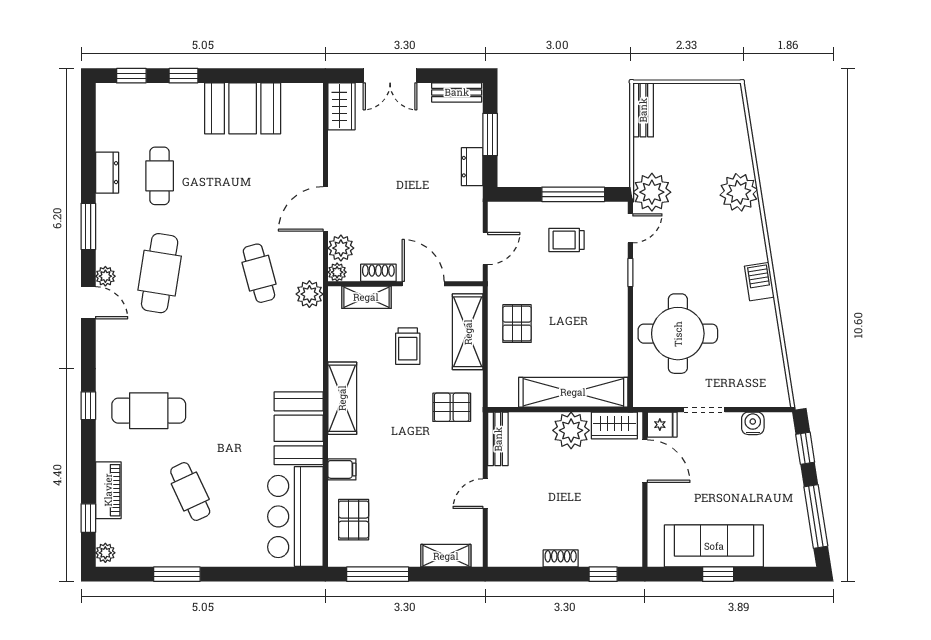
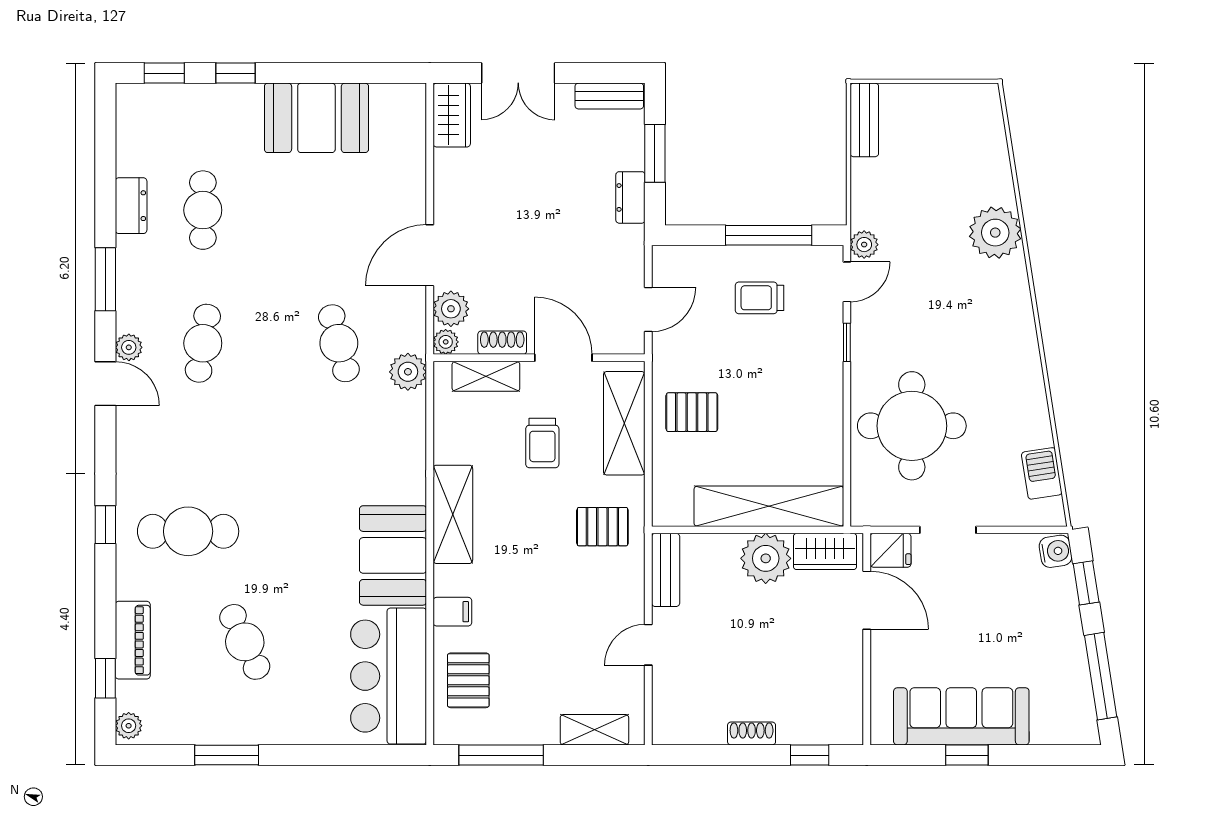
plant: (652, 192) -> (864, 245), width x0.53, depth x0.53
cafe table: (160, 273) -> (203, 343), width x0.73, depth x0.74
barbecue: (759, 282) -> (1042, 473), moved
pallet: (517, 324) -> (692, 412), turned 90
water cooler: (753, 423) -> (1056, 551), moved, turned 81

